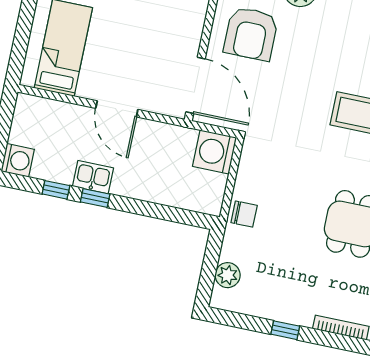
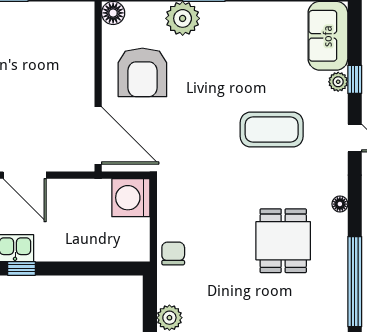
chair: (244, 214) -> (173, 253), turned -90

